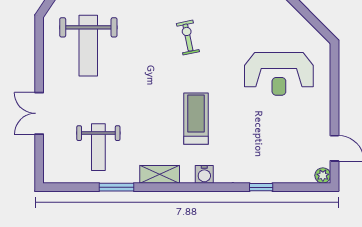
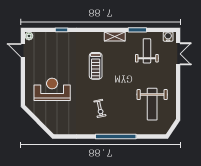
weight bench: (88, 46) -> (152, 104), turned 180
double door: (39, 113) -> (178, 54), moved
water cooler: (204, 174) -> (168, 37), moved

